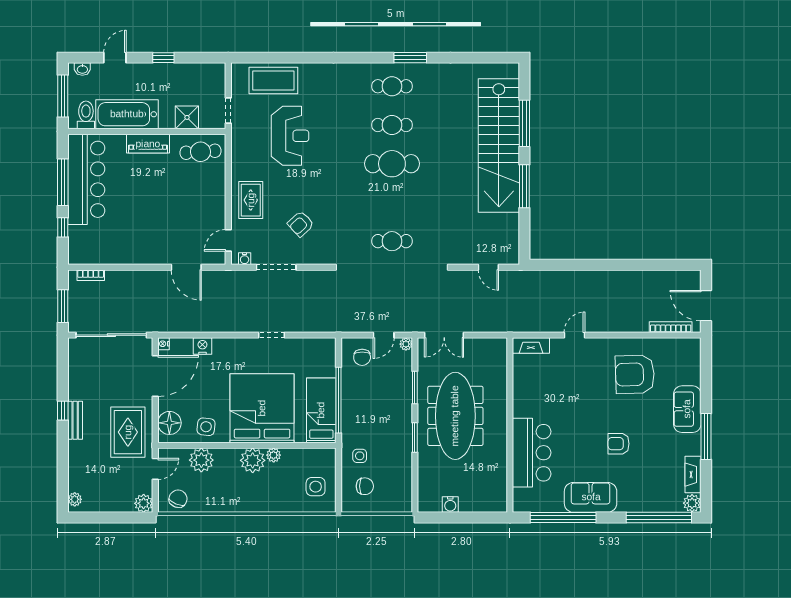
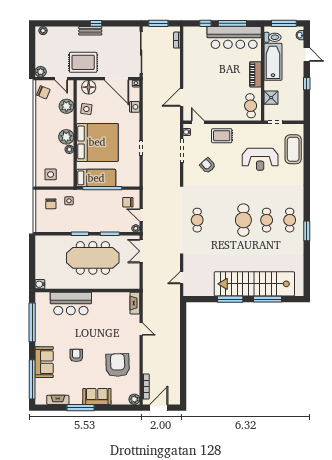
sofa: (591, 497) -> (44, 362), moved
plant: (692, 503) -> (134, 399), moved
water cooler: (450, 504) -> (40, 284), moved

